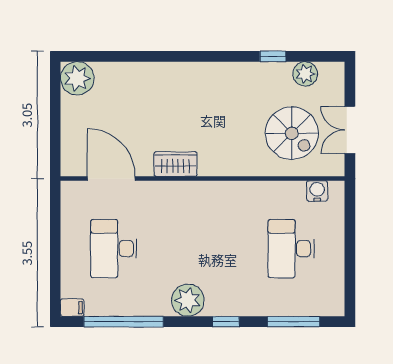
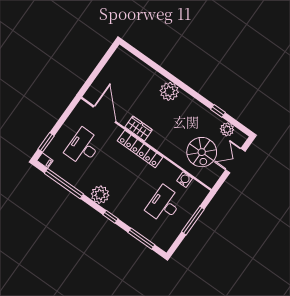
plant: (77, 78) -> (169, 91), moved
double door: (350, 130) -> (235, 161), moved
water cooler: (317, 191) -> (185, 180), moved
locker: (199, 192) -> (140, 149), added
window: (350, 242) -> (193, 221), added
window: (55, 280) -> (46, 142), added

